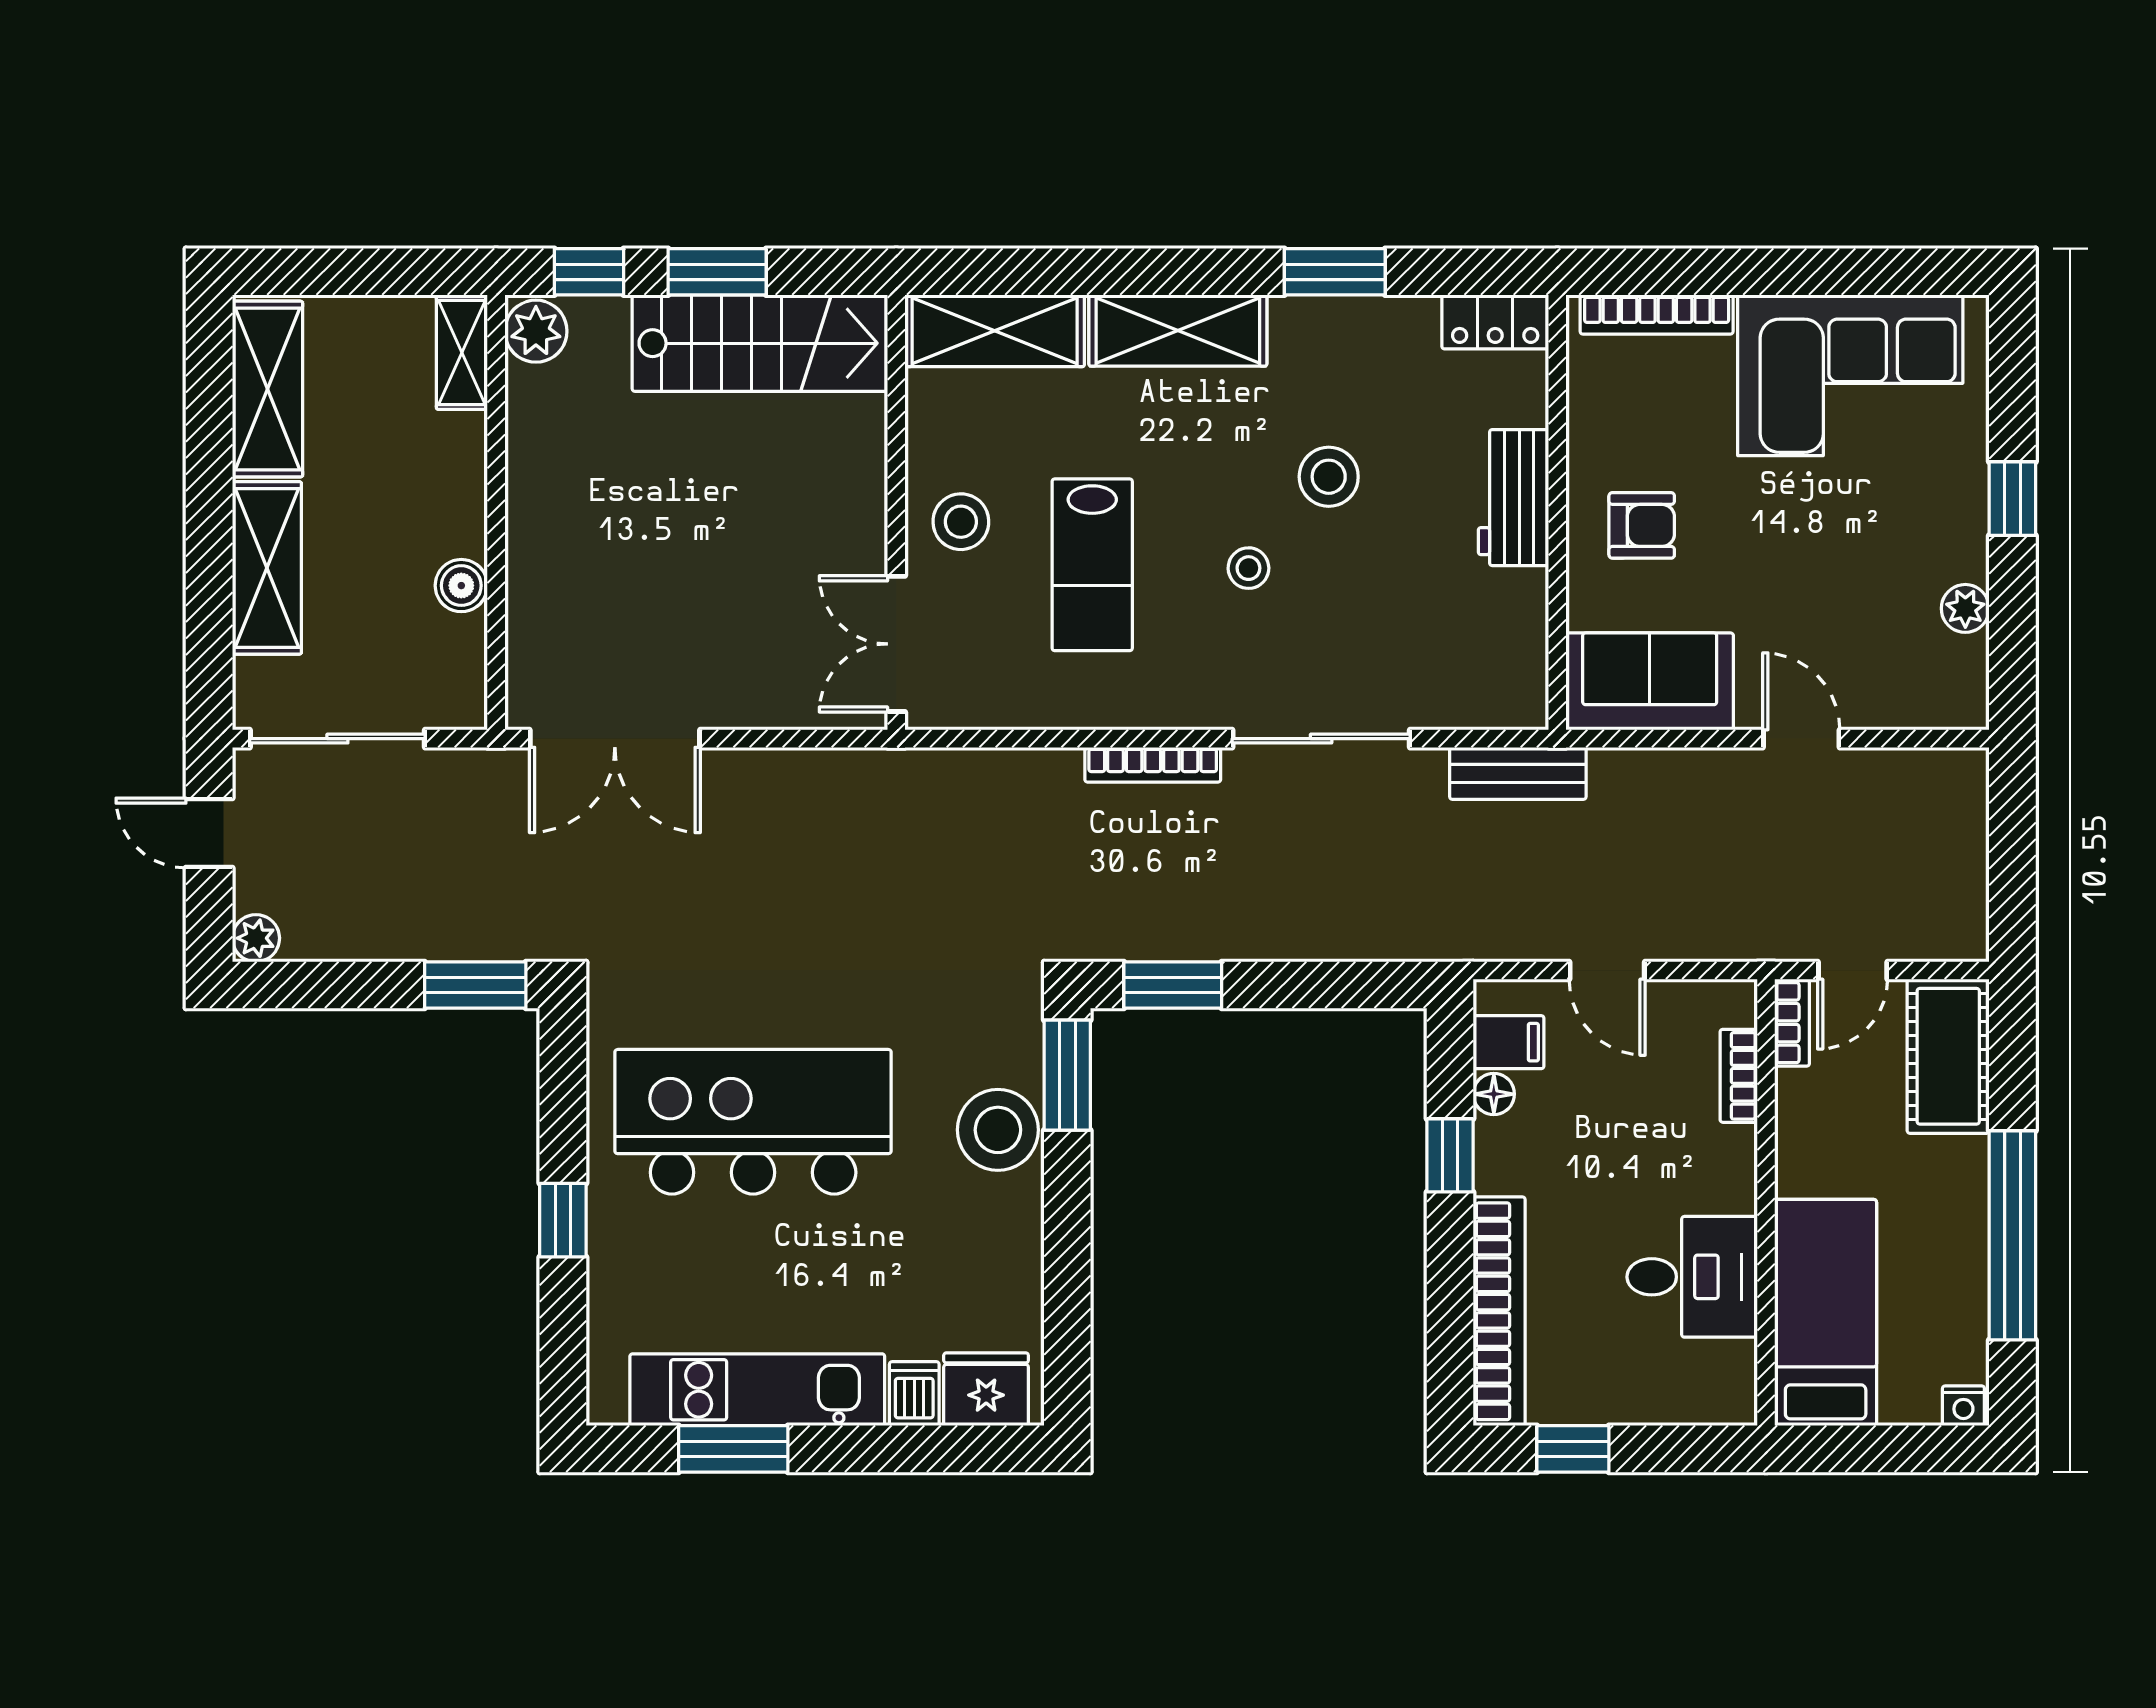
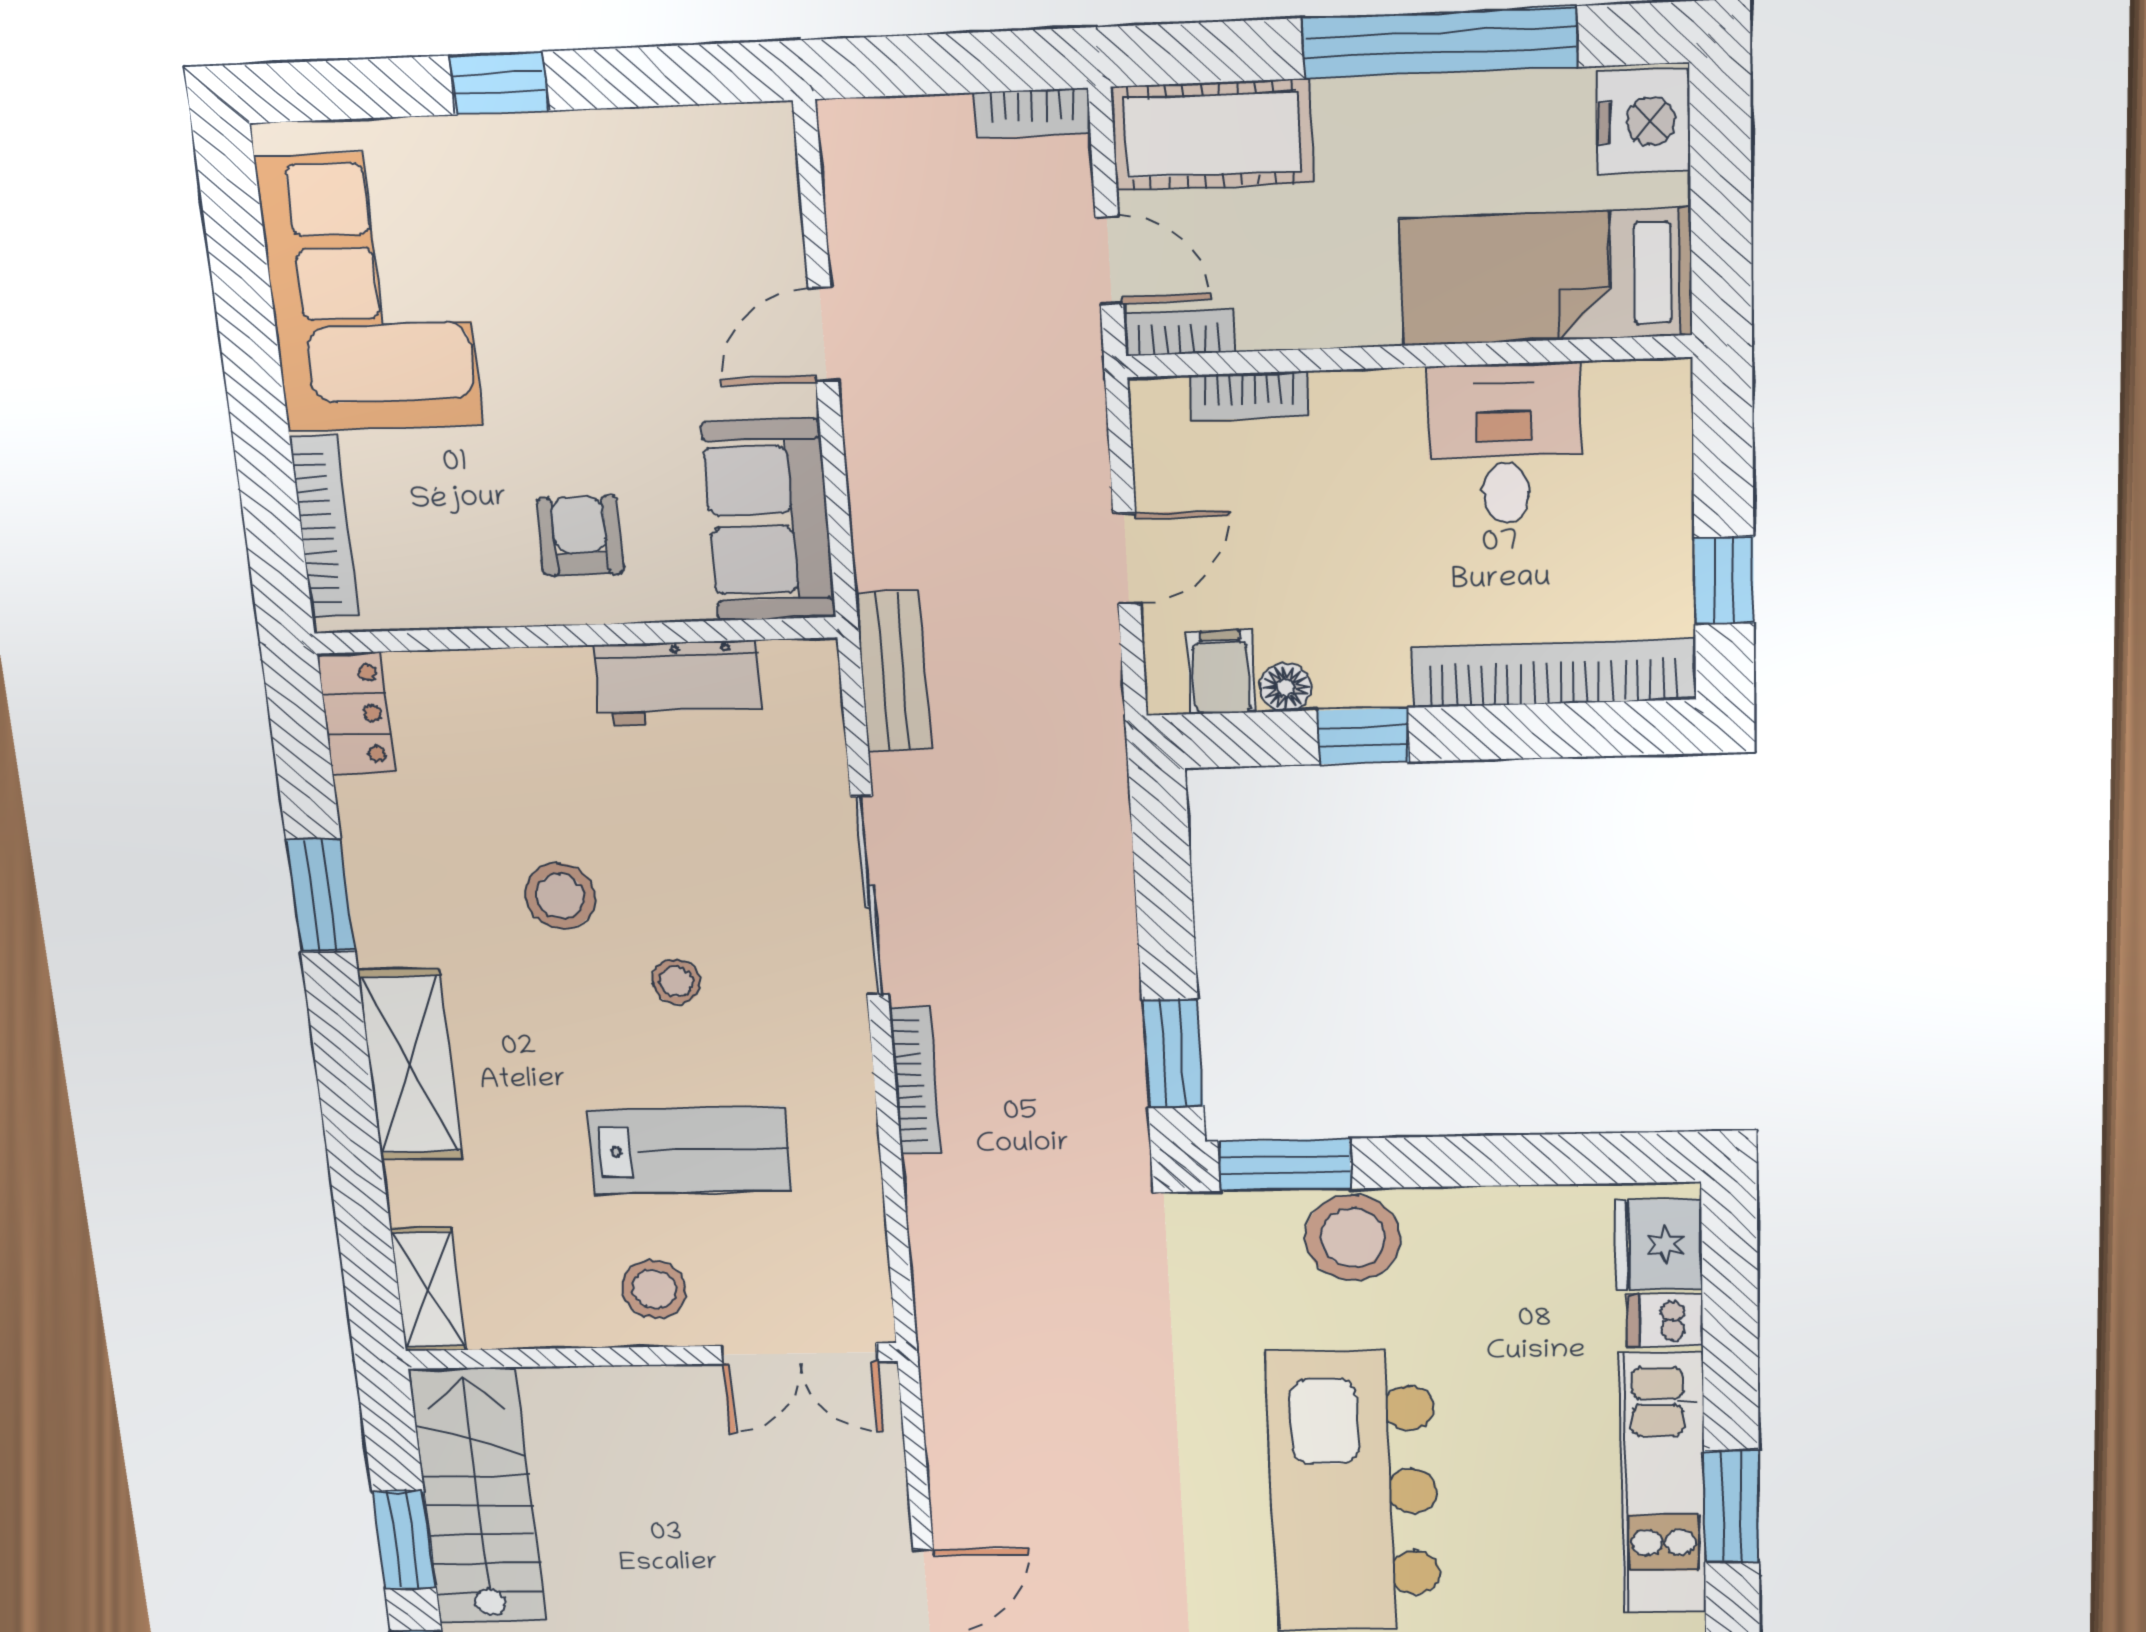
shelving: (995, 331) -> (428, 1289), width x0.67, depth x0.75
workbench: (1513, 498) -> (678, 683), moved
plant: (1965, 608) -> (643, 137), removed
bookcase: (1971, 917) -> (1032, 113), added
nightstand: (1963, 1406) -> (1643, 122), width x1.89, depth x1.79

